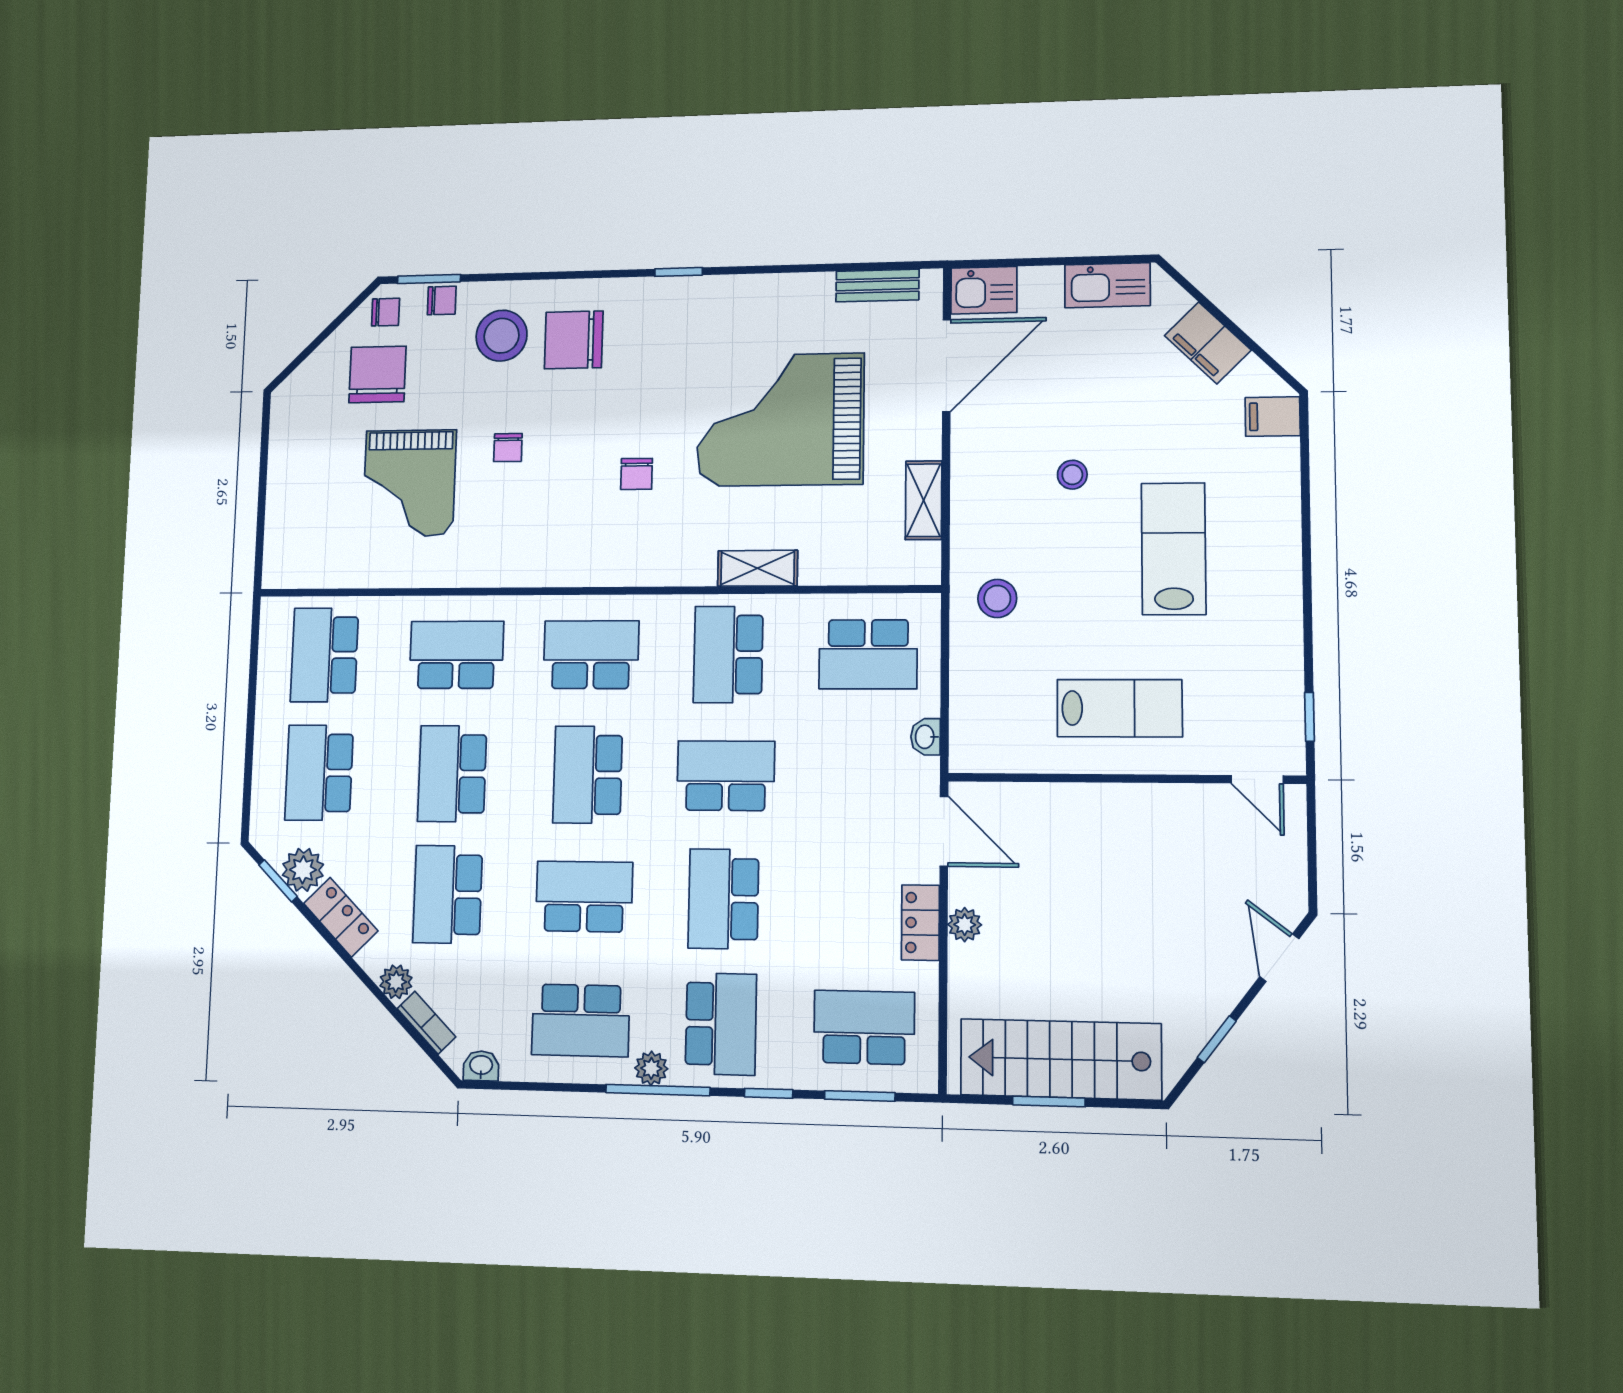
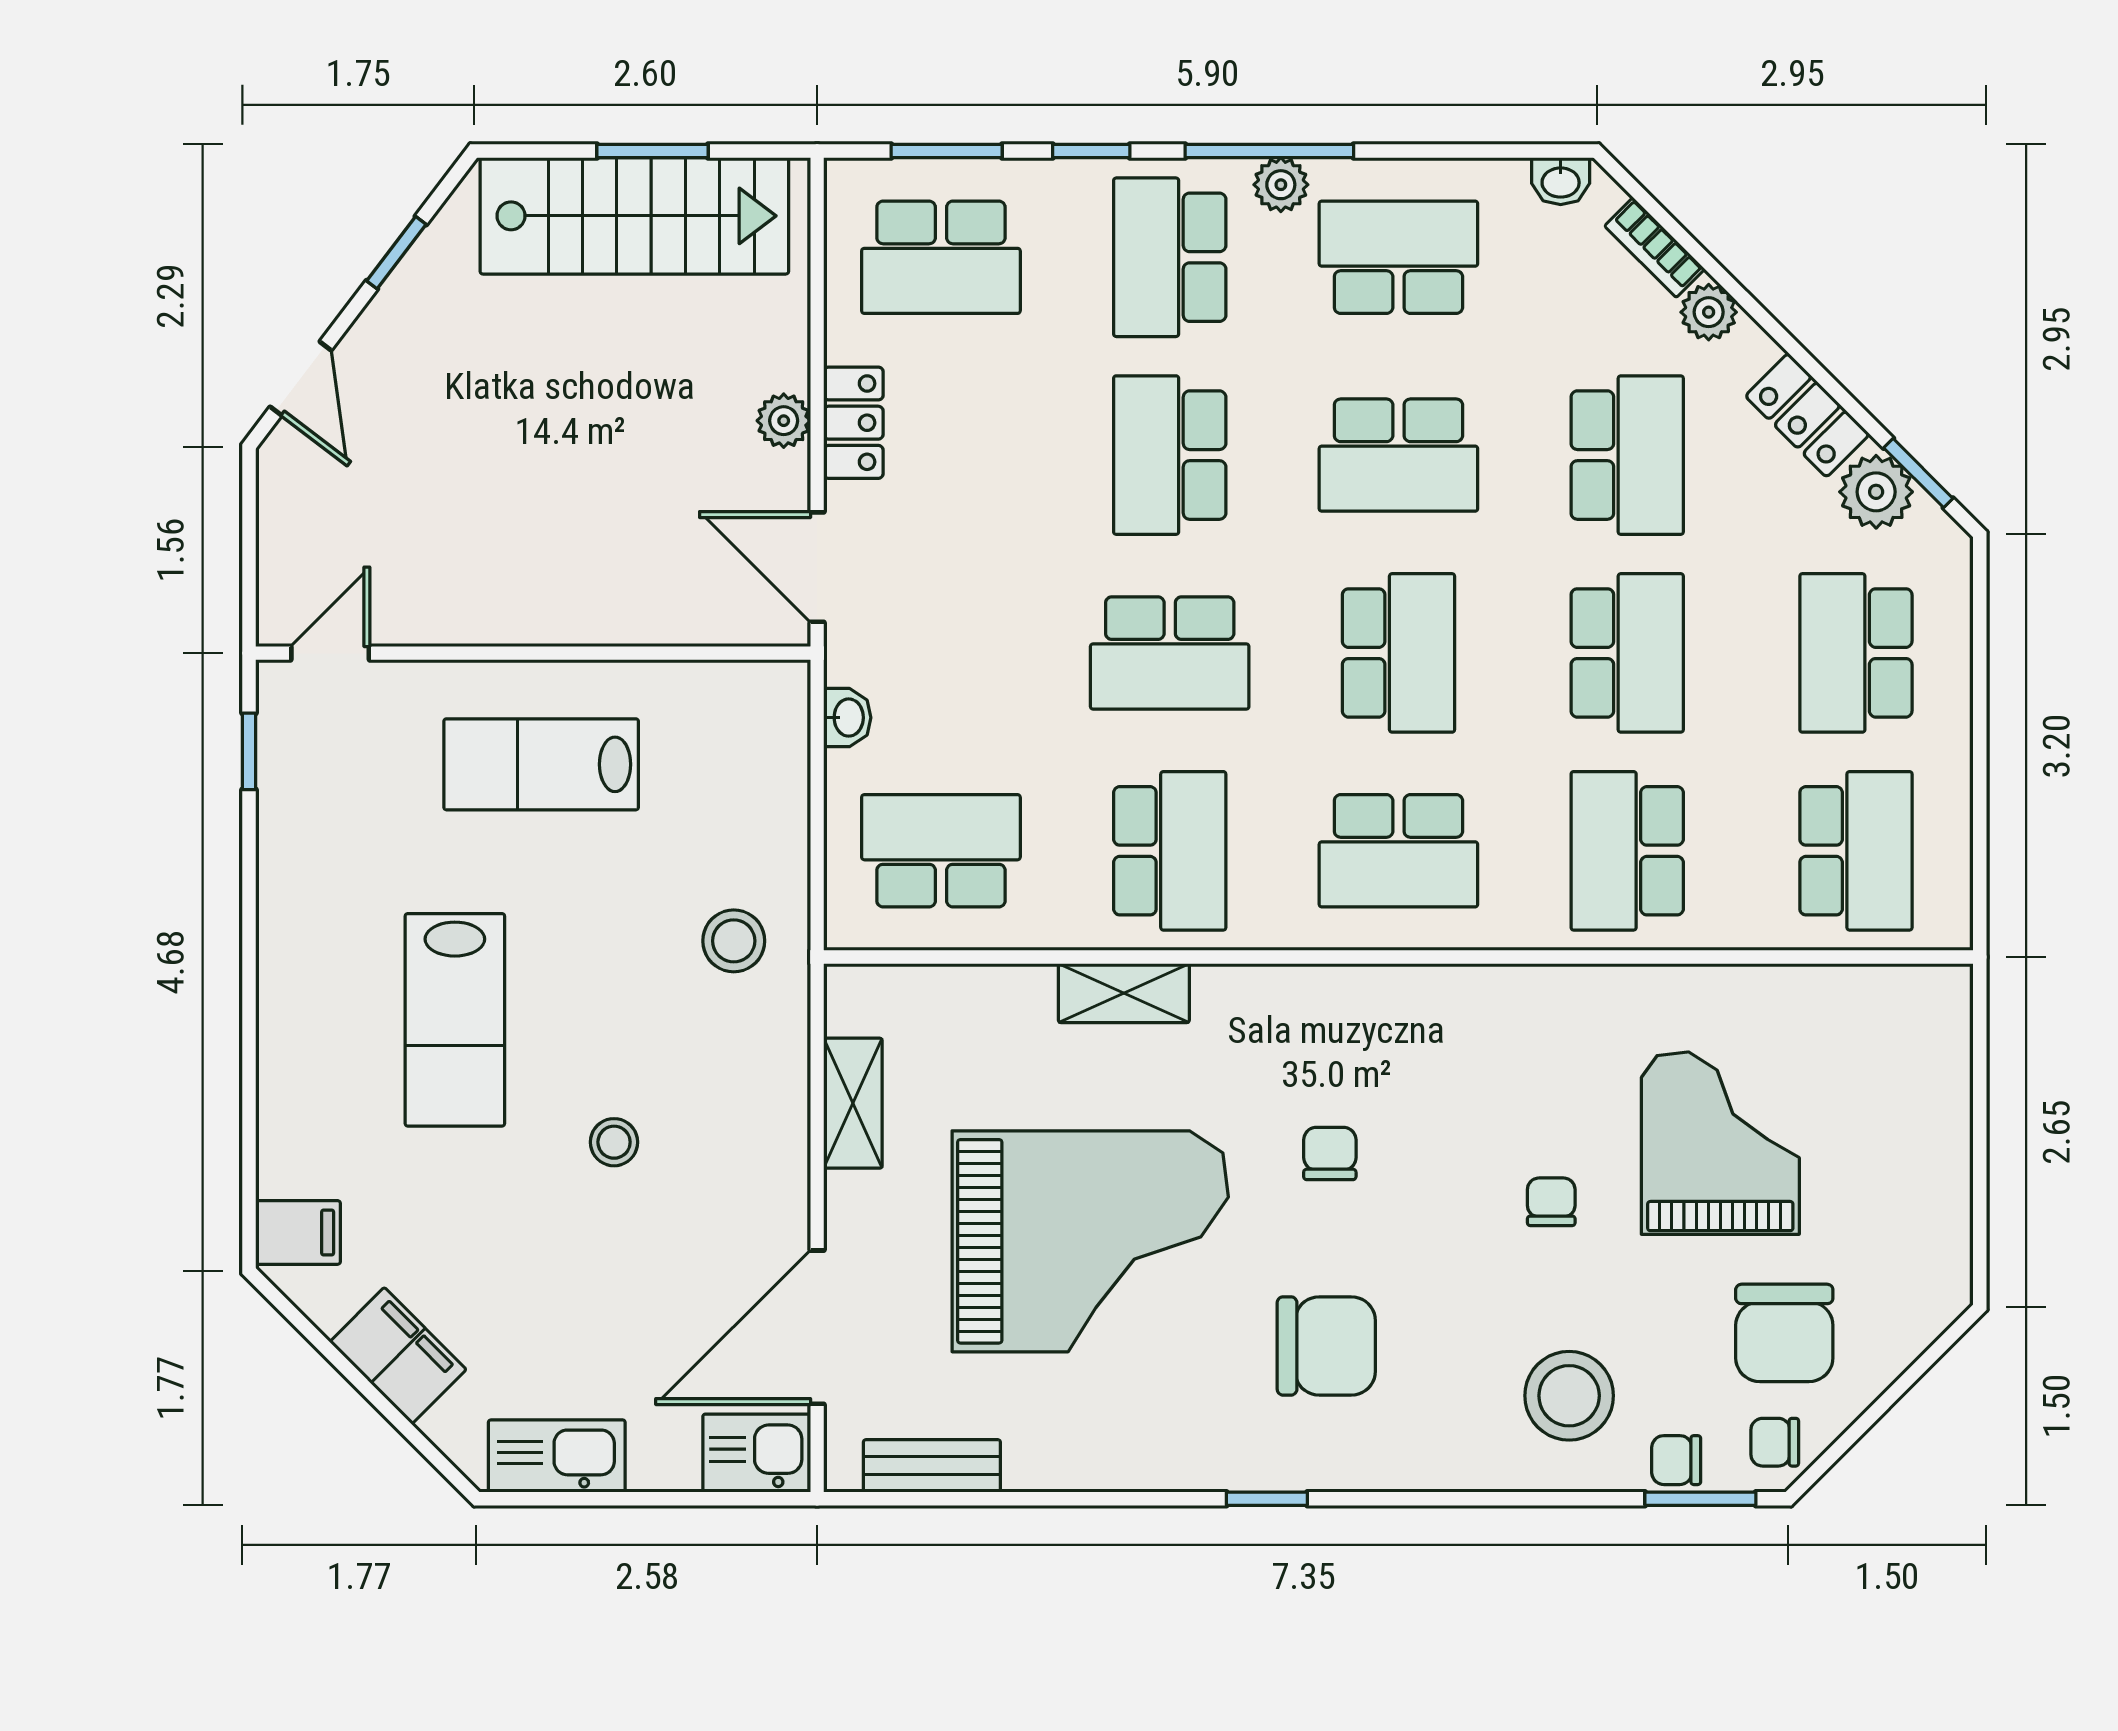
chair: (574, 340) -> (1326, 1346), moved
school desk: (456, 655) -> (1627, 851), turned 90
school desk: (319, 773) -> (1856, 653), turned 180
door: (1257, 779) -> (330, 653), hinge flipped
school desk: (723, 899) -> (1170, 455), turned 180

